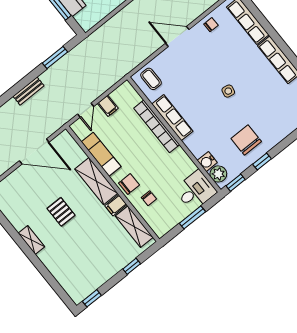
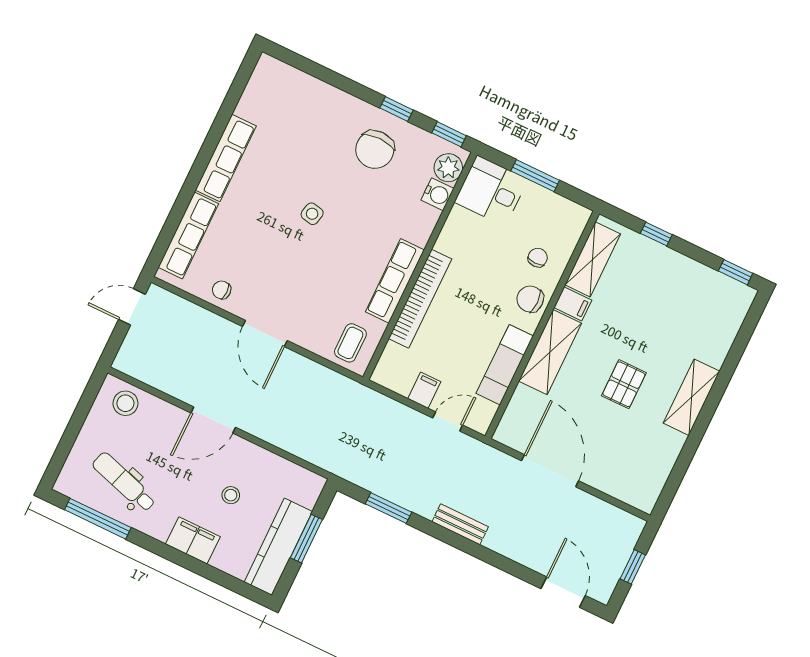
shelving: (31, 240) -> (692, 397), width x1.50, depth x1.33

